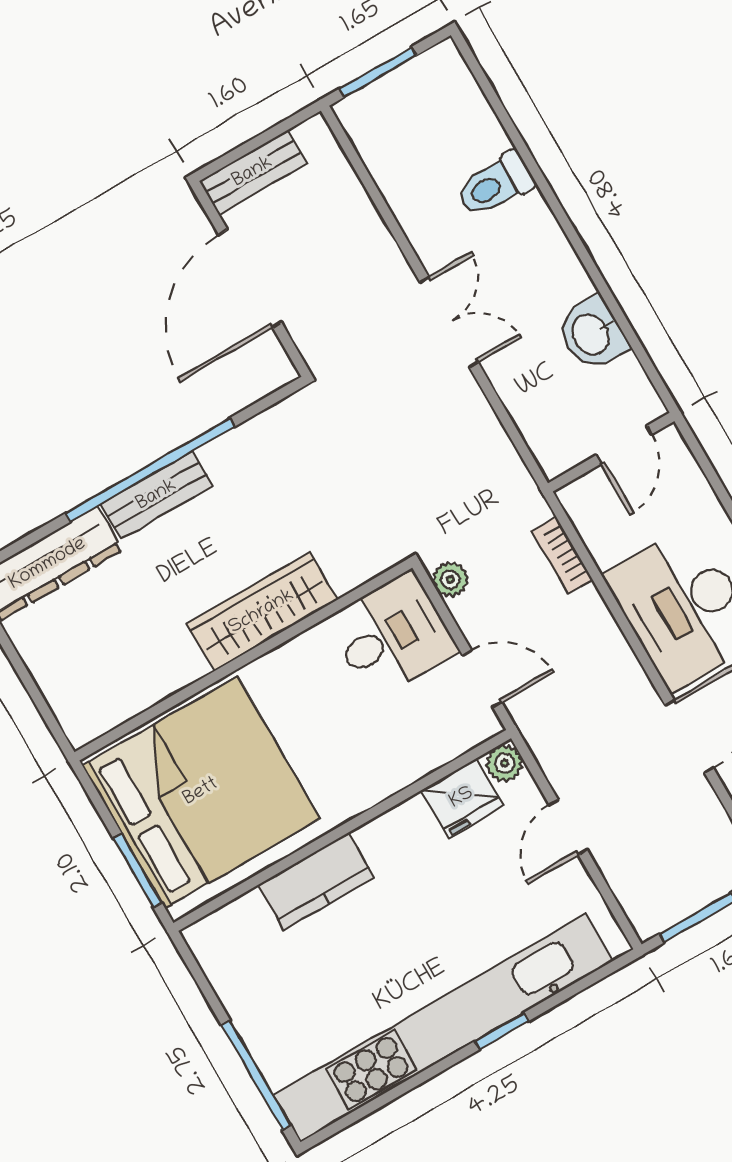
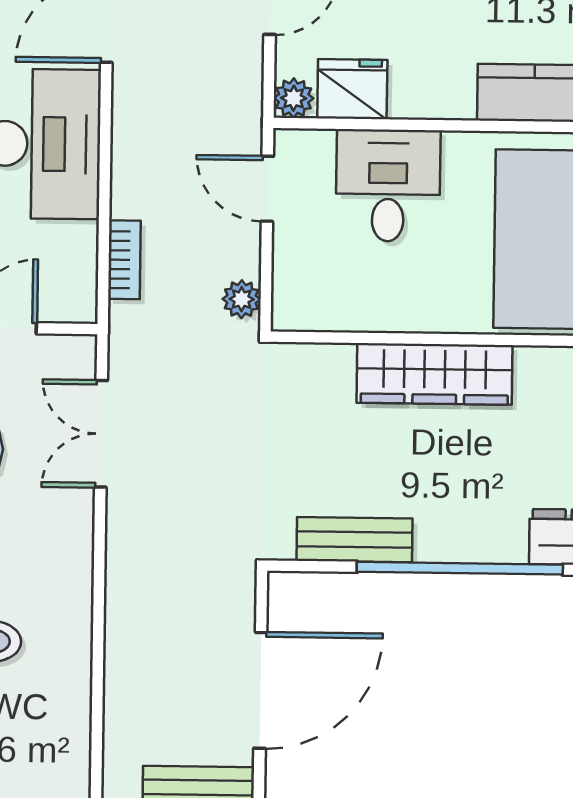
double door: (449, 322) -> (101, 434), moved
bench: (157, 495) -> (354, 540), moved
desk: (392, 636) -> (388, 185), moved, turned 90

